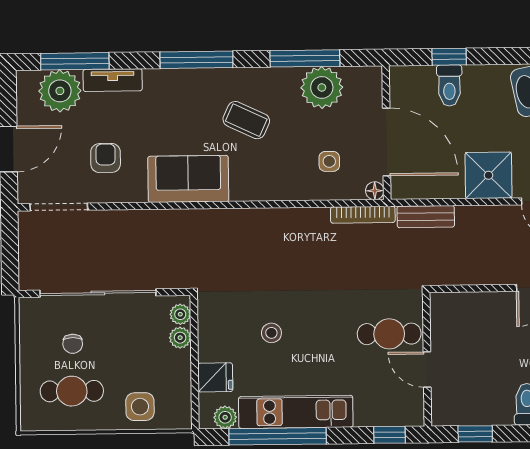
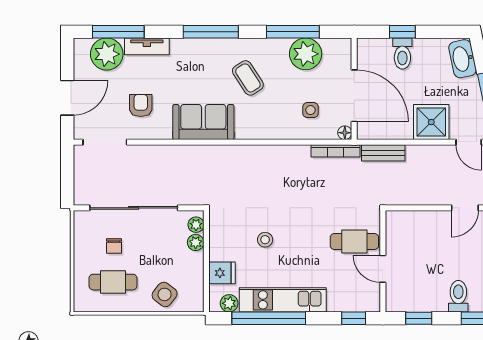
coffee table: (246, 120) -> (248, 78), turned 32
side table: (140, 407) -> (165, 294), turned 37

